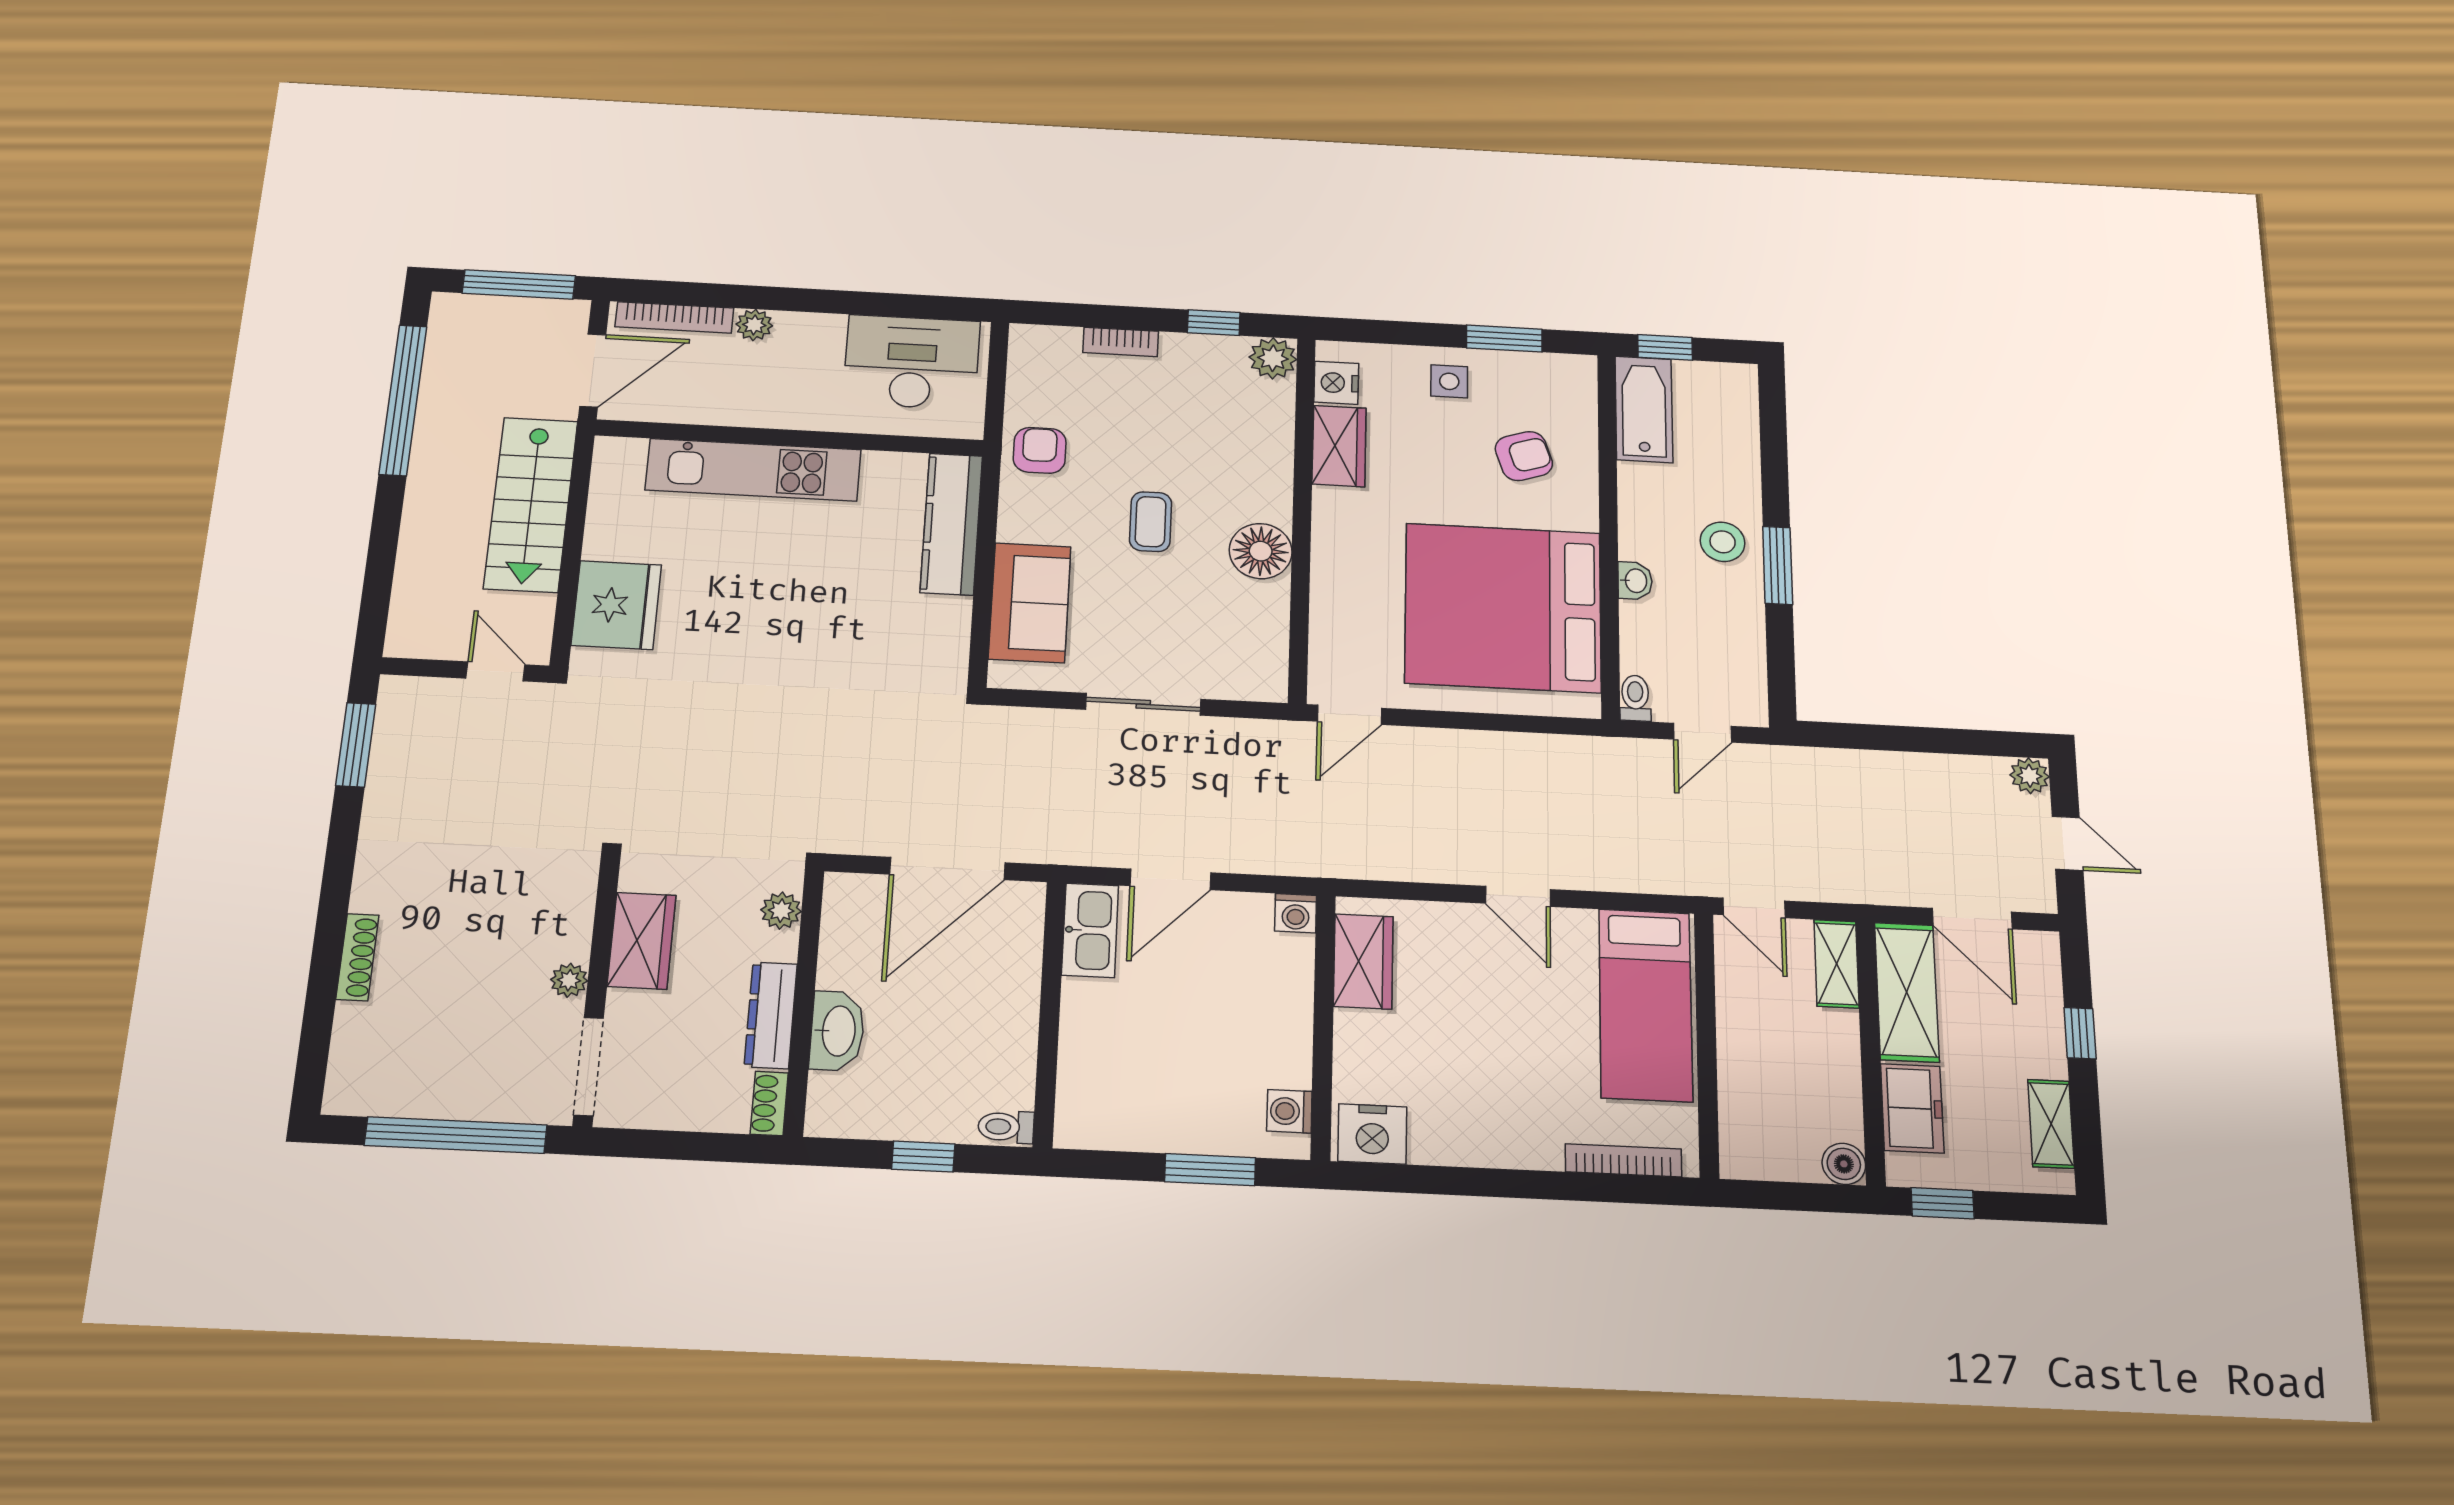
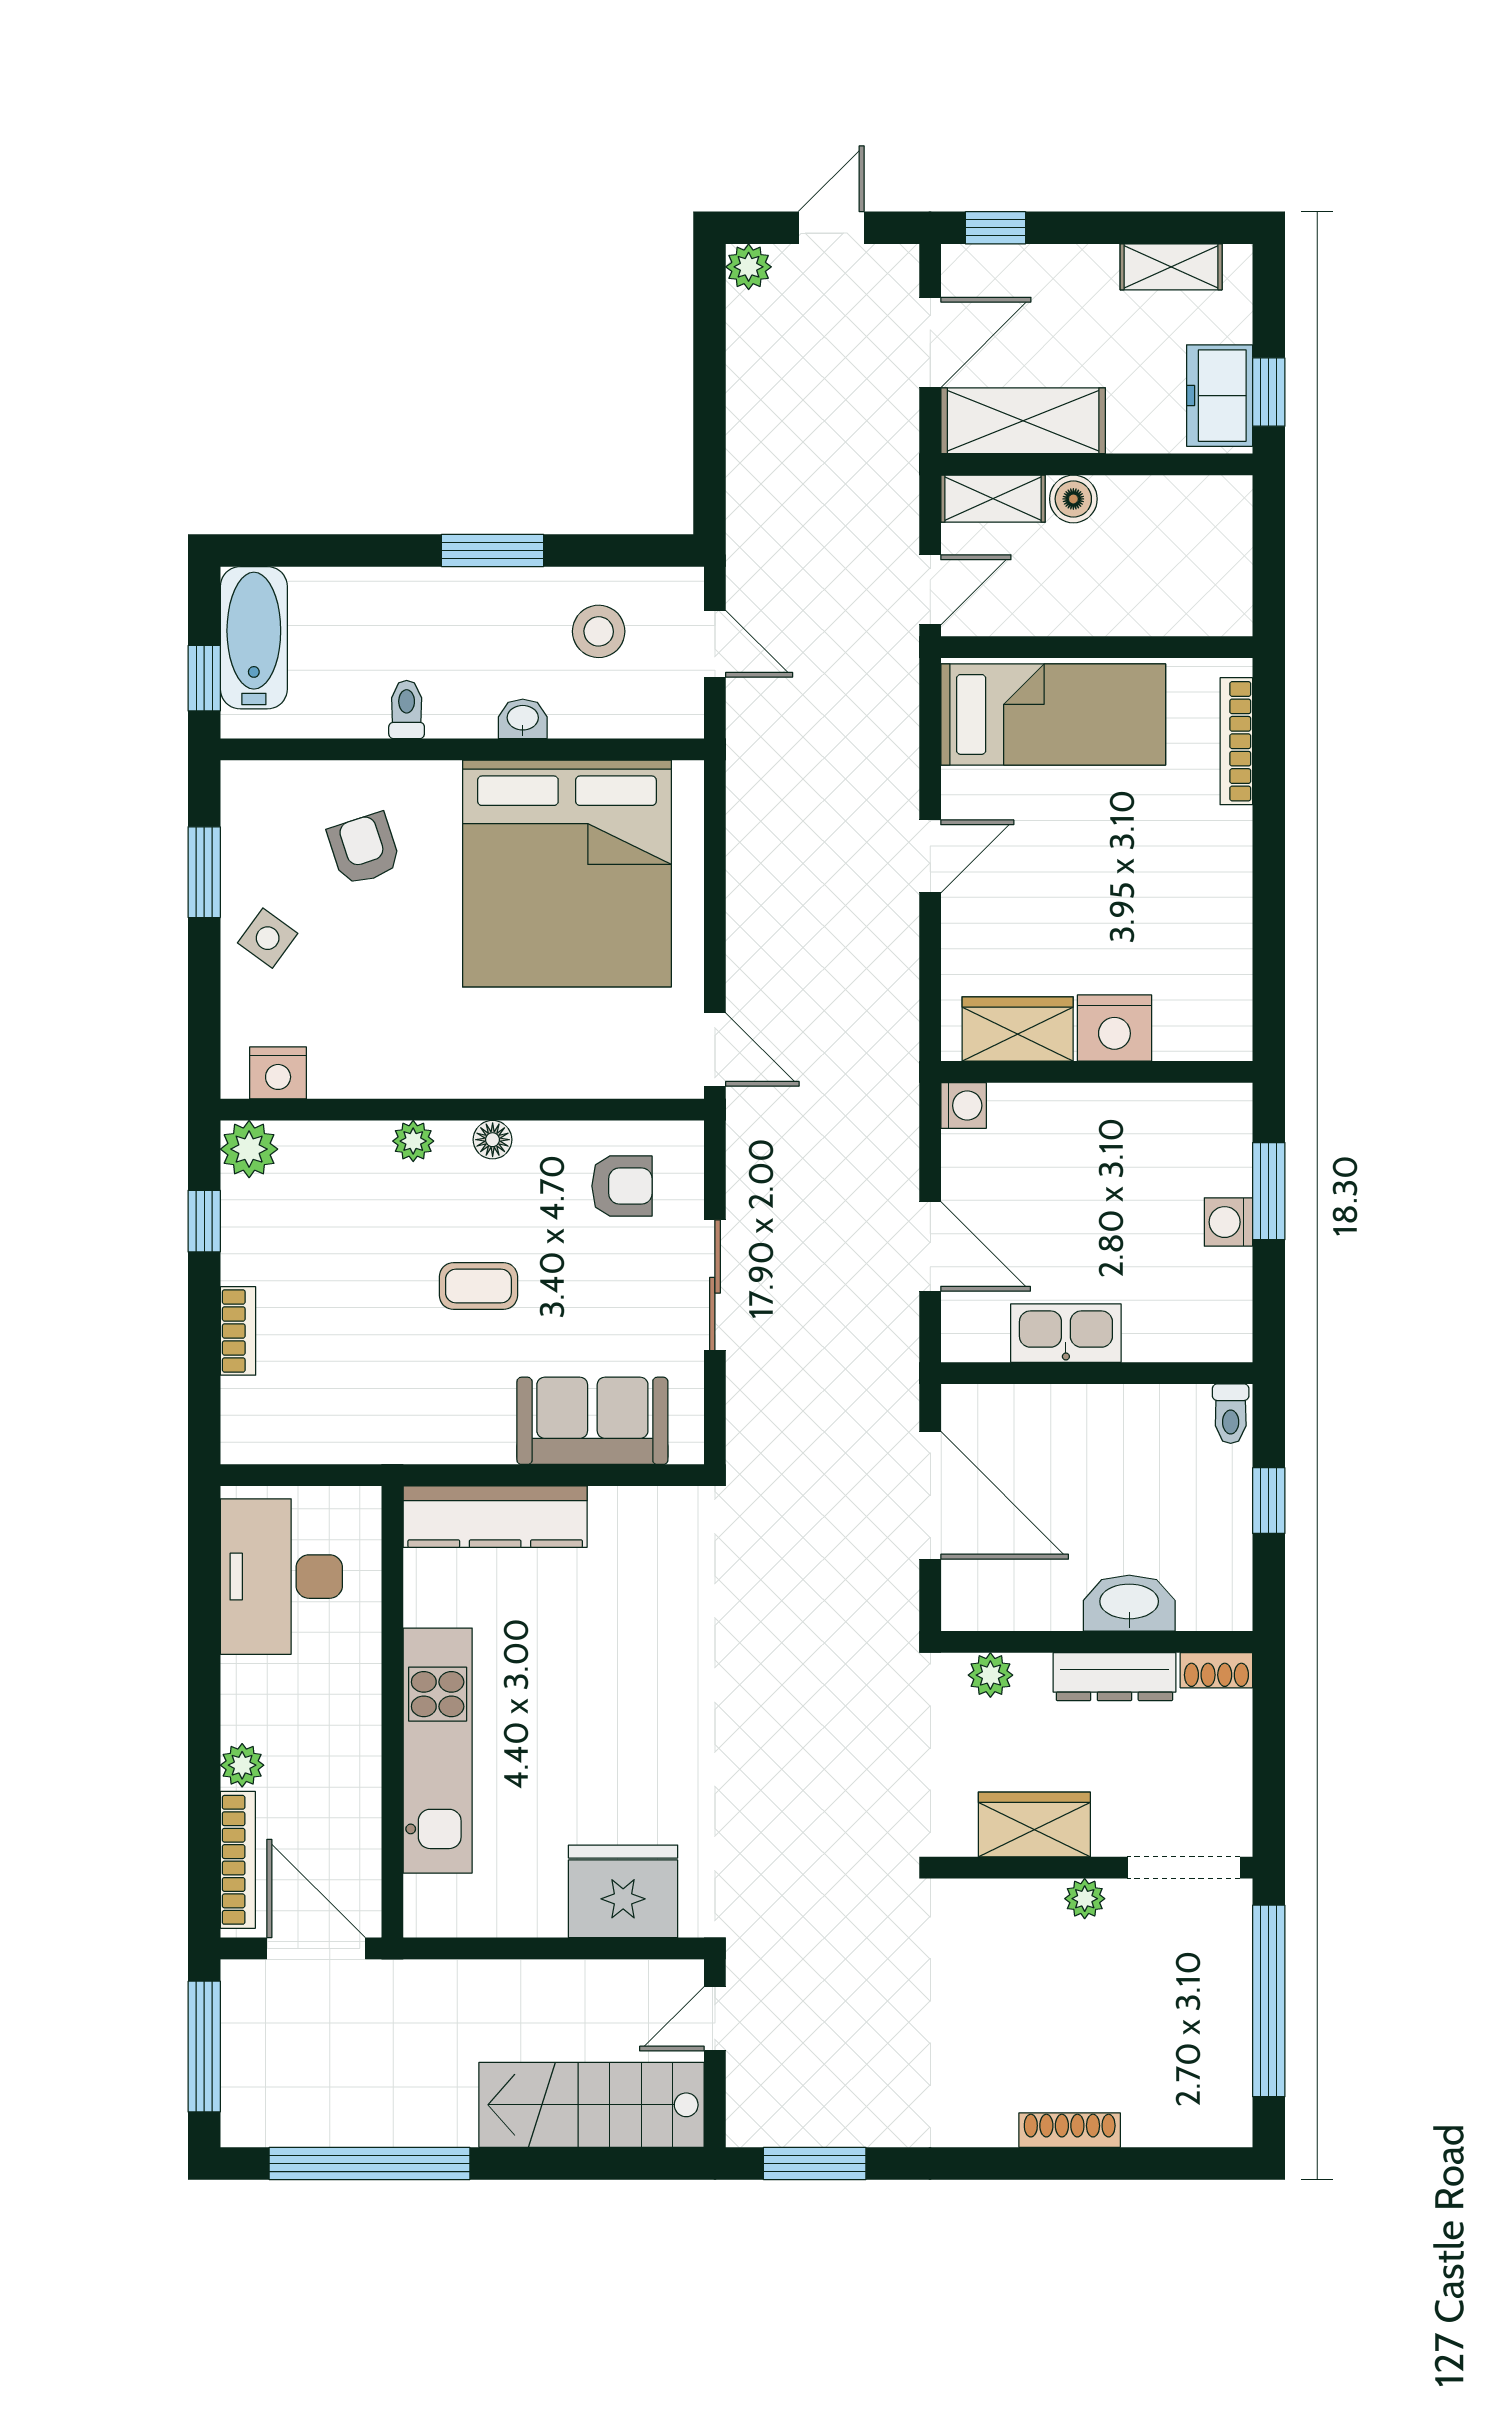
side table: (1449, 381) -> (268, 938), turned 36
bathtub: (1644, 409) -> (254, 638), moved, turned 90
wardrobe: (1339, 446) -> (364, 1068), removed
armchair: (1040, 450) -> (622, 1186), moved, turned 180
plant: (1276, 479) -> (413, 1141), added
stairs: (531, 504) -> (592, 2105), moved, turned 180
stool: (1723, 542) -> (599, 631), moved
floor lamp: (1261, 551) -> (493, 1140), width x0.53, depth x0.53
toilet: (1635, 698) -> (407, 710), moved, turned 90
kitchen sink: (1090, 930) -> (1066, 1333), moved
window: (2080, 1033) -> (995, 228), moved
freezer: (1912, 1108) -> (1220, 396), moved, turned -90
washing machine: (1289, 1111) -> (1228, 1222), moved, turned 90
nightstand: (1372, 1134) -> (1114, 1028), moved, turned 90
boiler: (1844, 1164) -> (1073, 499), moved

